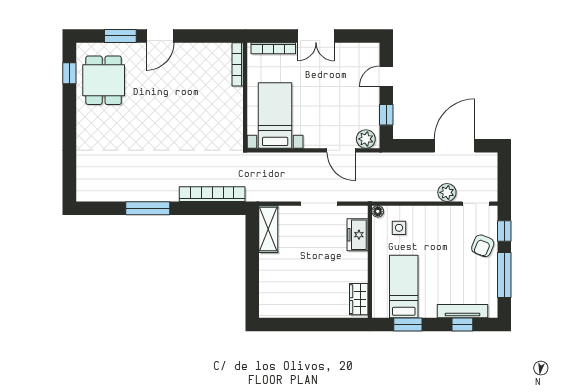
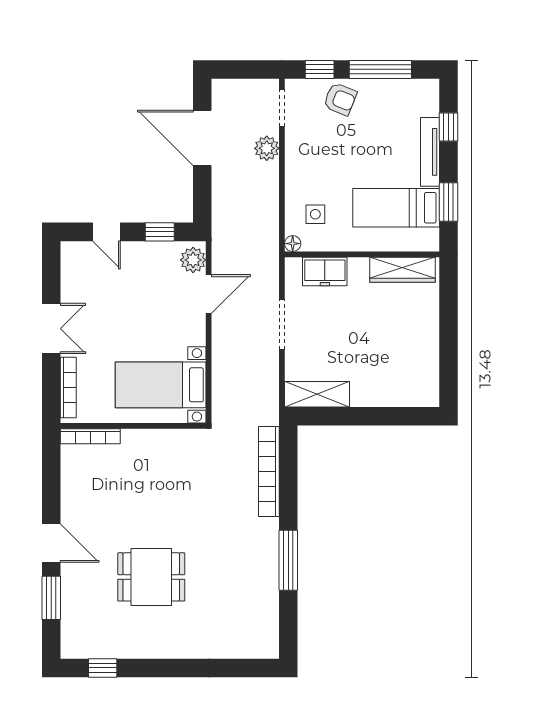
dining table: (104, 80) -> (151, 577), moved
wardrobe: (359, 299) -> (403, 270), width x1.50
tv unit: (463, 311) -> (430, 152), moved

